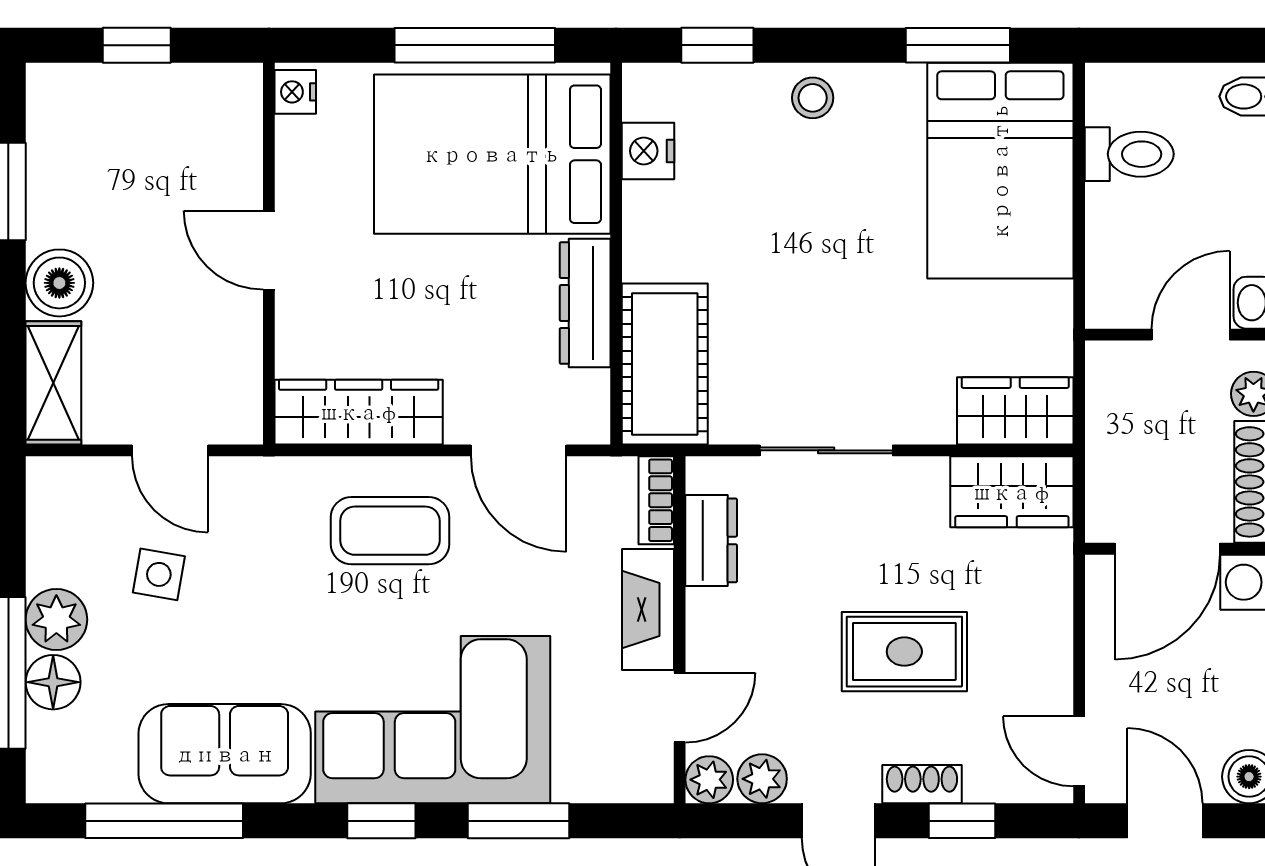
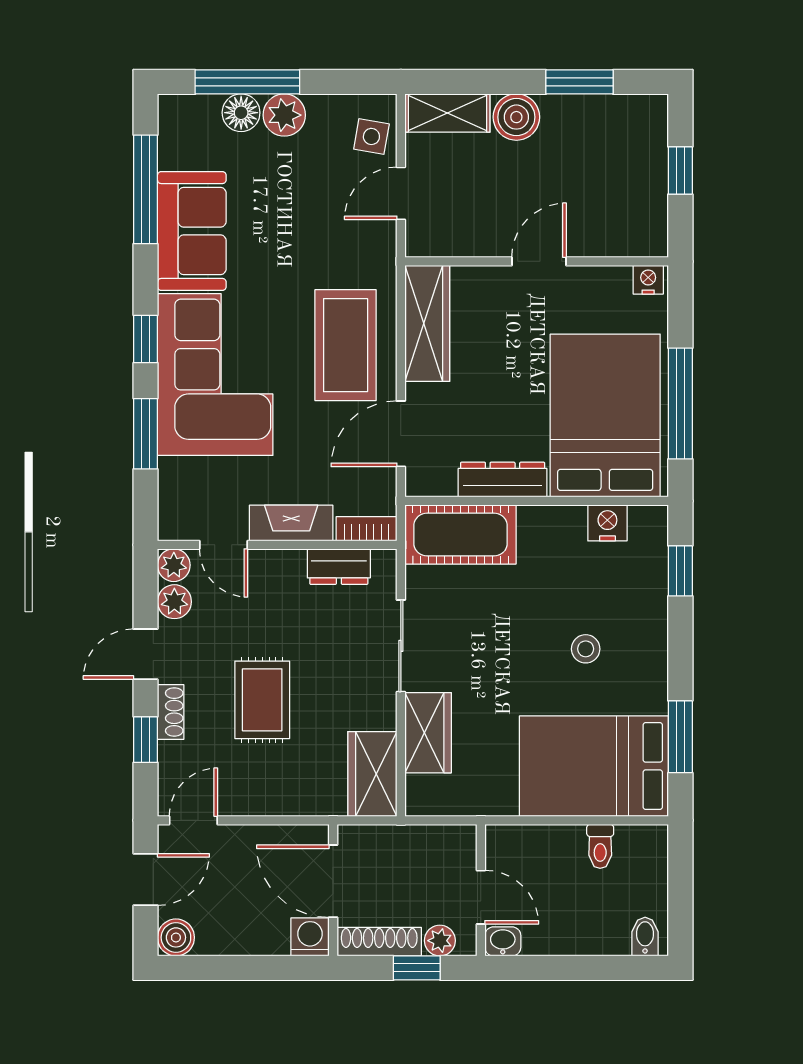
stool: (813, 98) -> (586, 649), moved
toilet: (1129, 154) -> (600, 846), width x0.73, depth x0.72
wardrobe: (1015, 411) -> (428, 733), moved
coffee table: (390, 531) -> (346, 345), width x1.36, depth x1.32
side table: (159, 574) -> (371, 136), moved

